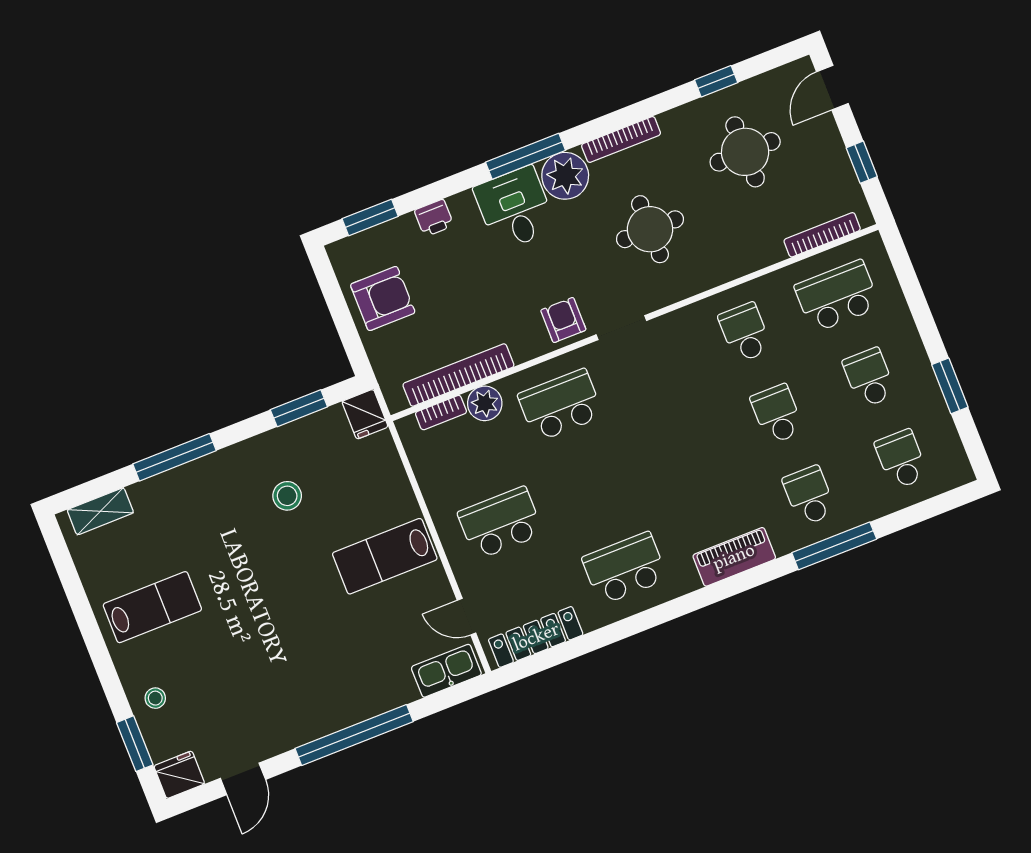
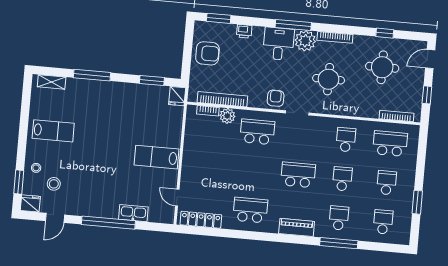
stool: (287, 496) -> (54, 184), moved
school desk: (500, 523) -> (298, 175), moved
kitchen sink: (446, 671) -> (133, 213), moved

